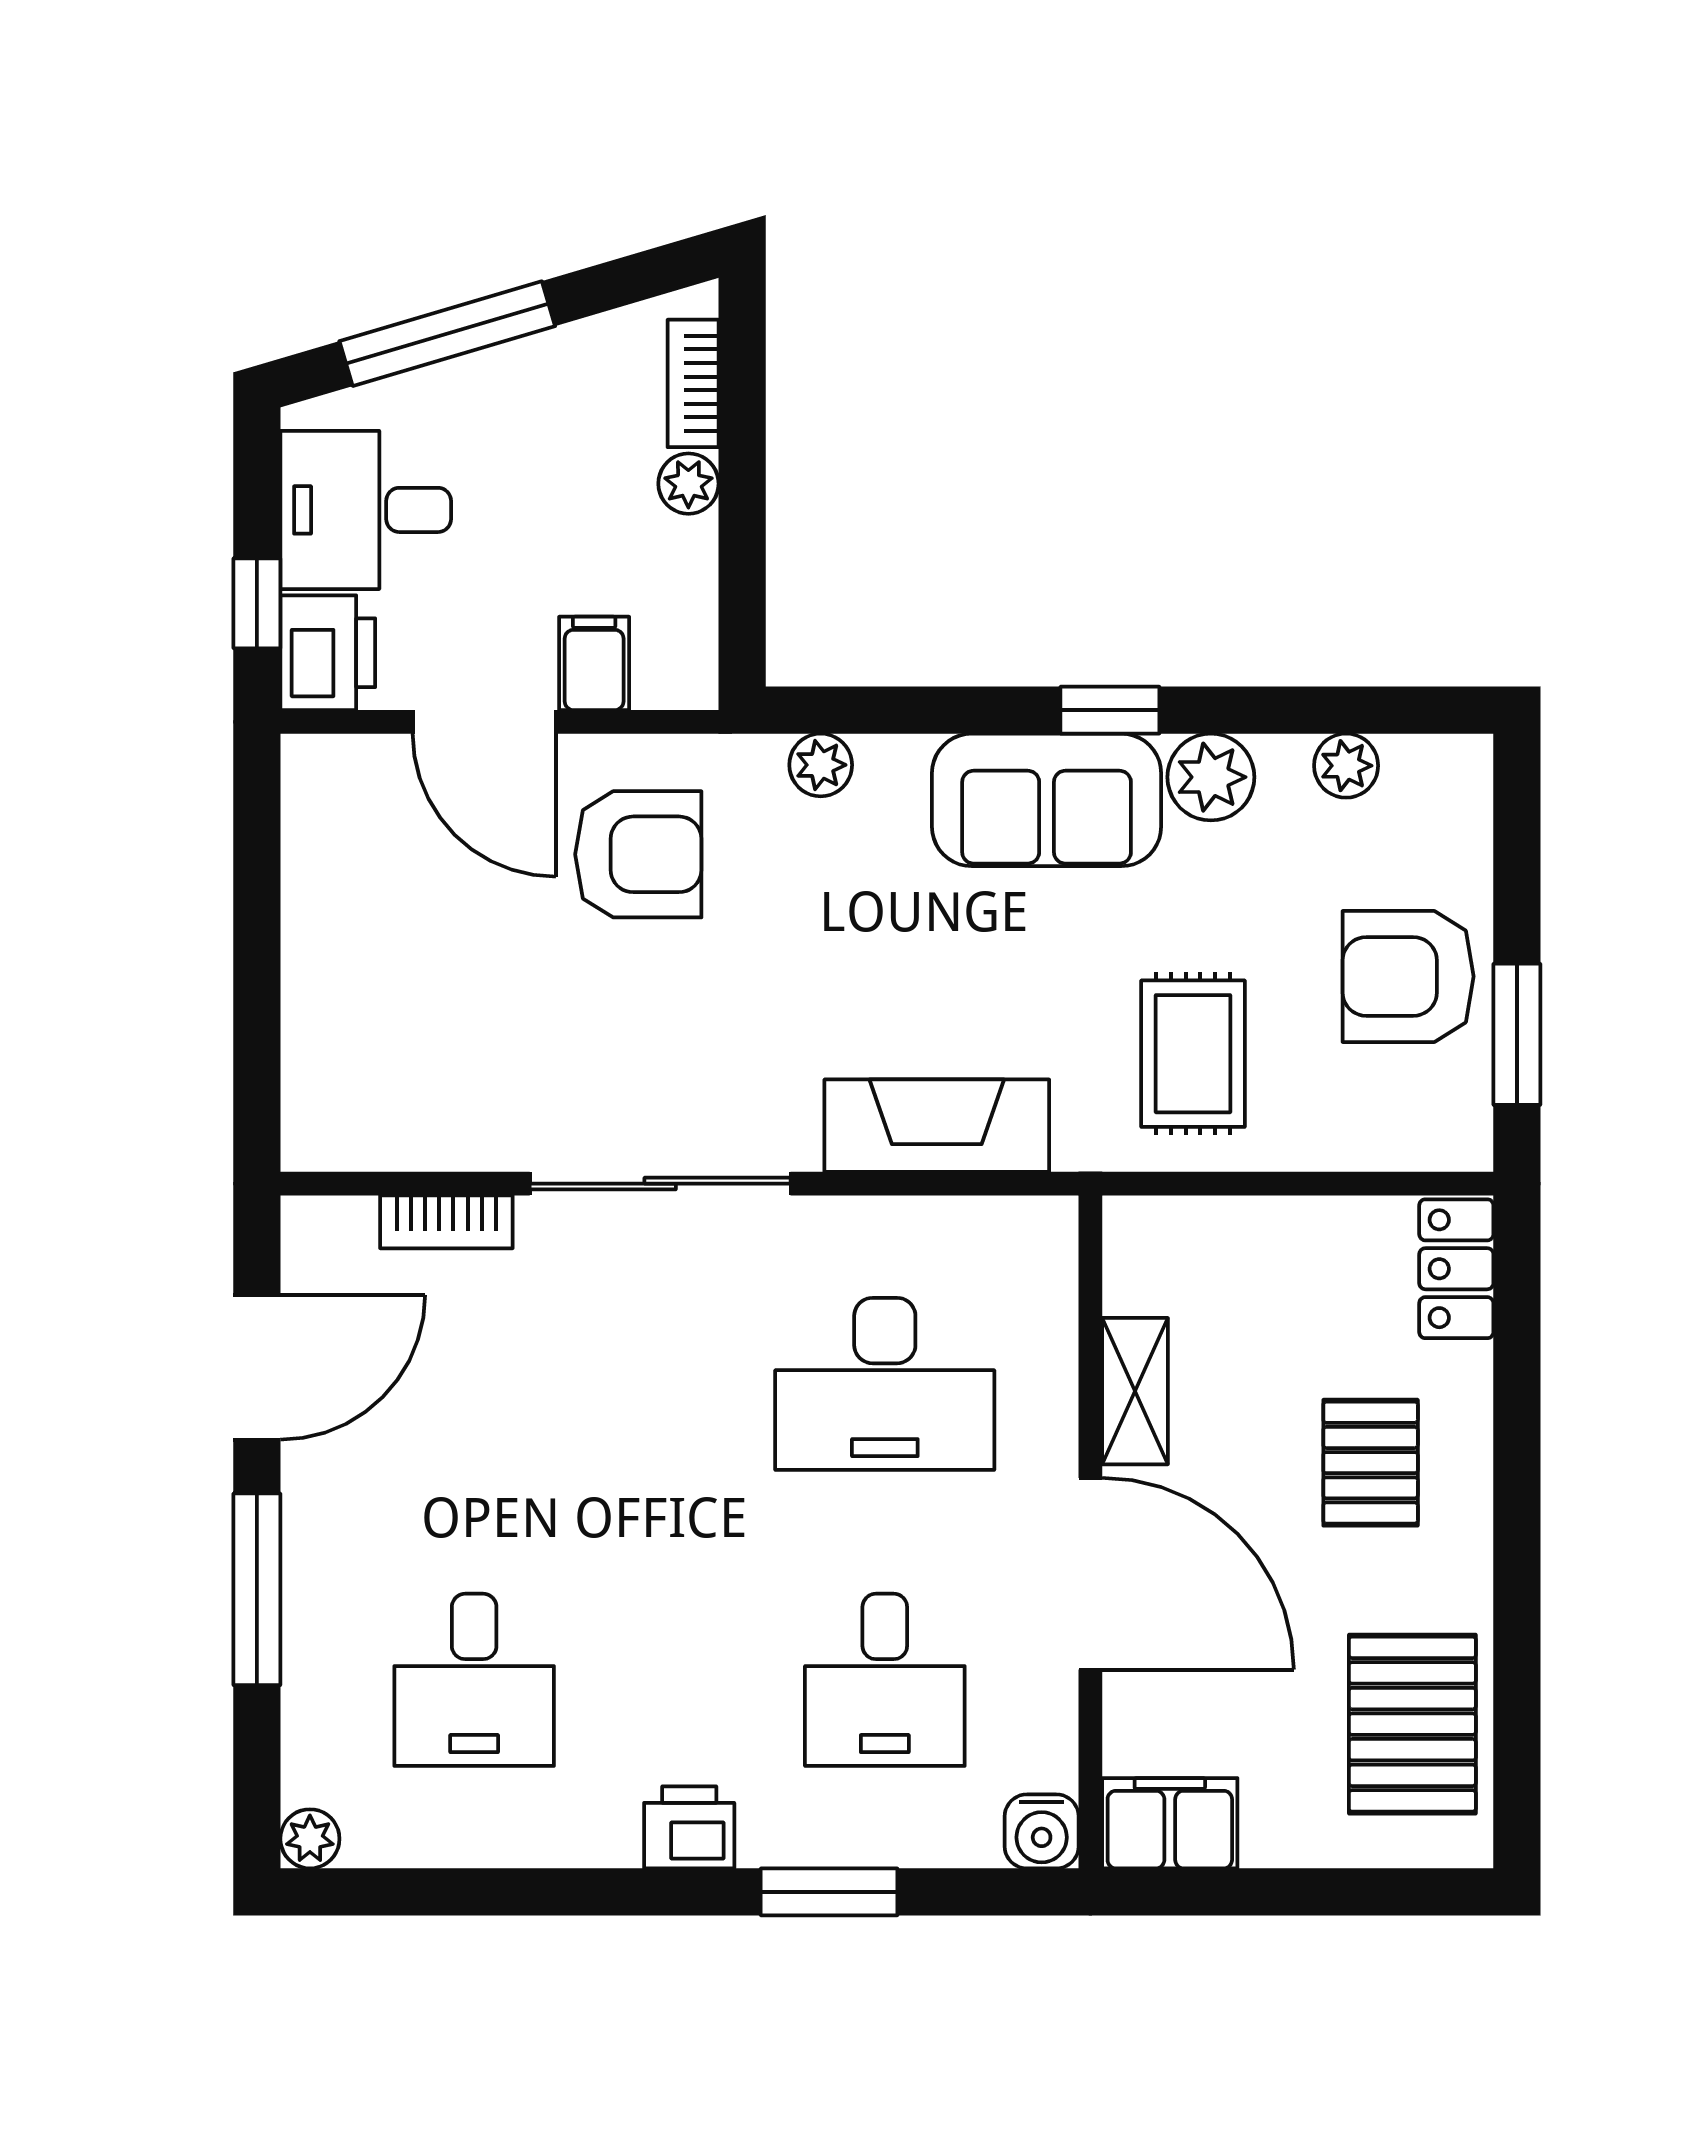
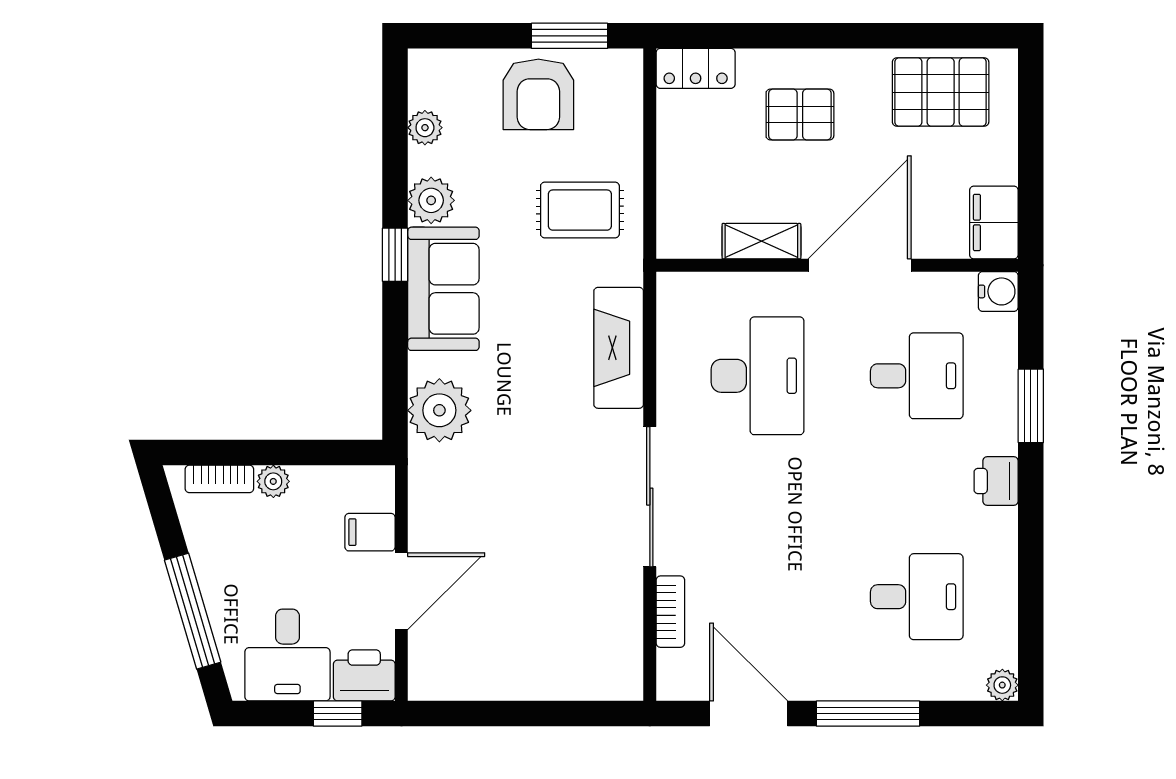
plant: (821, 765) -> (439, 410), width x1.87, depth x1.87
armchair: (638, 854) -> (473, 508), removed

